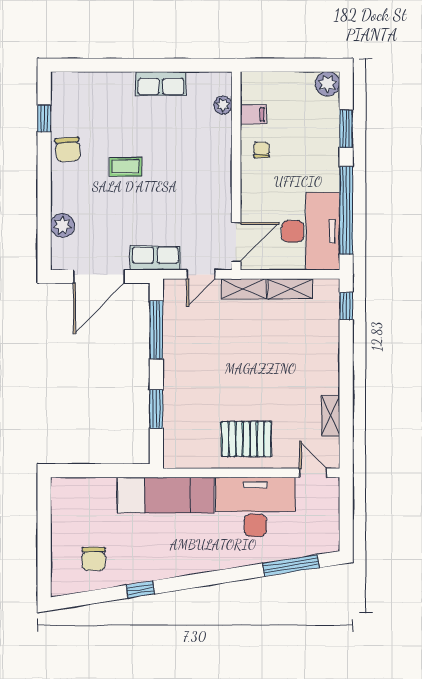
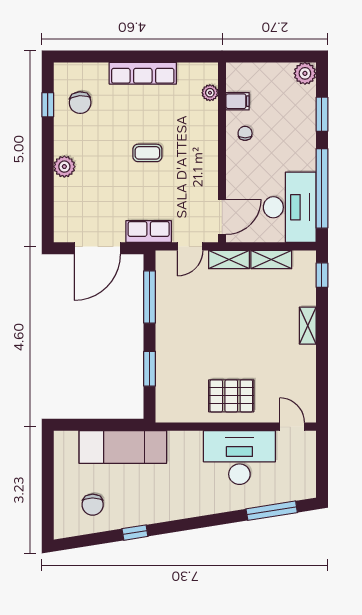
row of seats: (161, 84) -> (143, 73), width x1.48
chair: (68, 150) -> (80, 103), moved
coffee table: (126, 167) -> (147, 153), moved
plant: (62, 225) -> (64, 167), moved
shelving: (331, 415) -> (308, 326), moved
exam couch: (166, 495) -> (123, 447), moved

